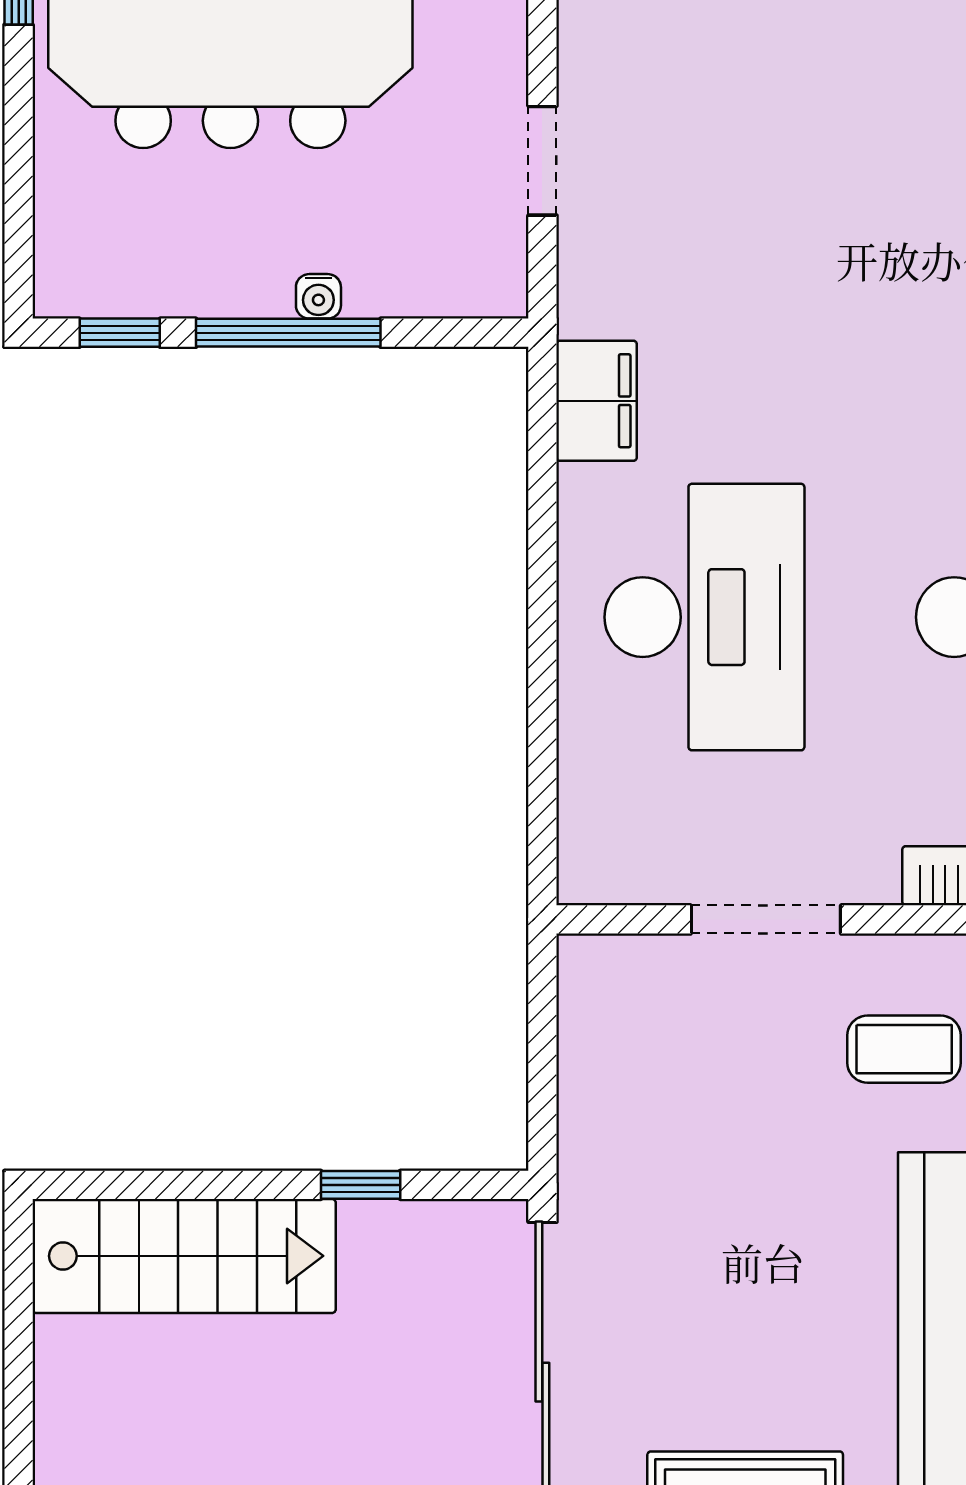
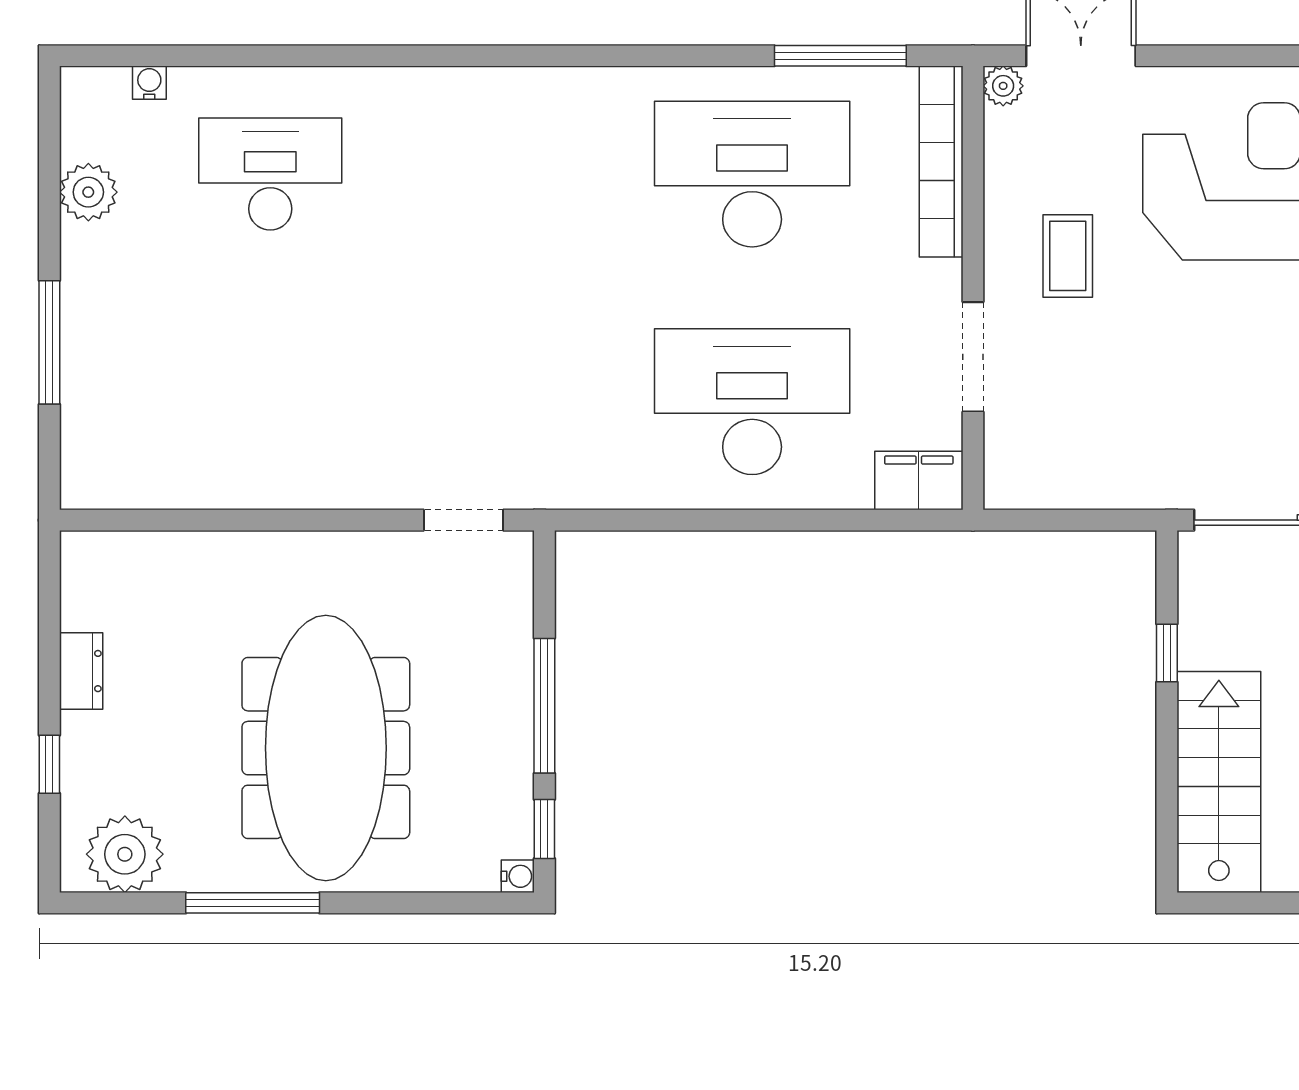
doorway: (542, 161) -> (463, 520), moved
water cooler: (318, 296) -> (518, 876), moved
filing cabinet: (597, 401) -> (919, 481), moved

